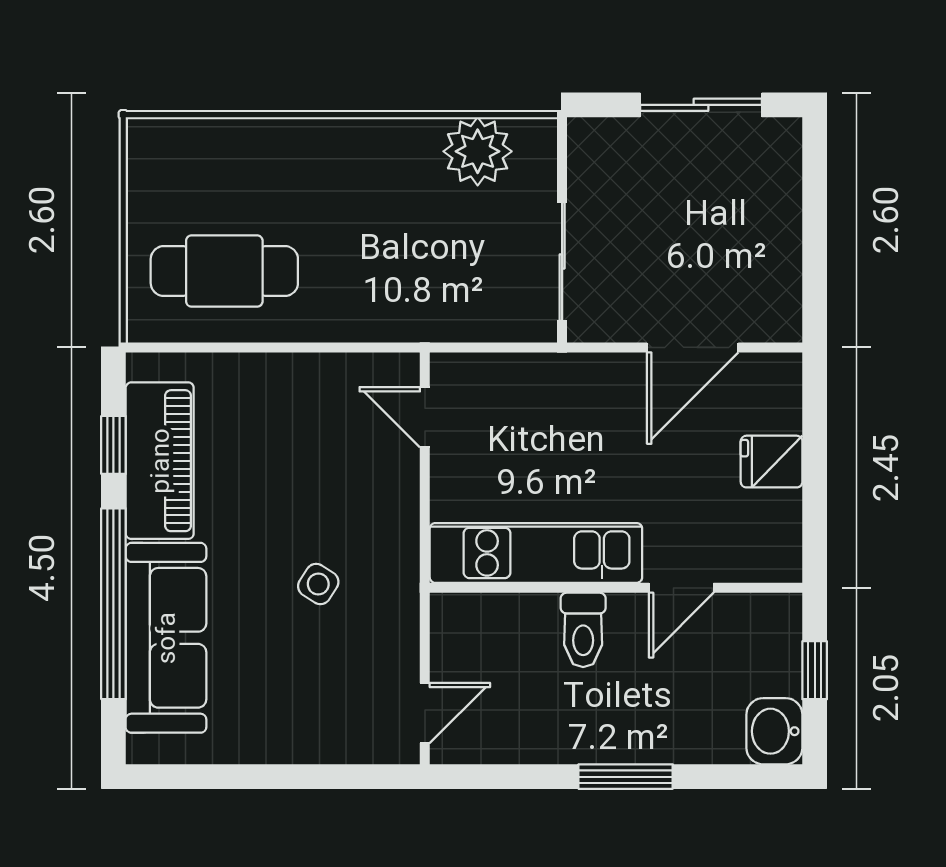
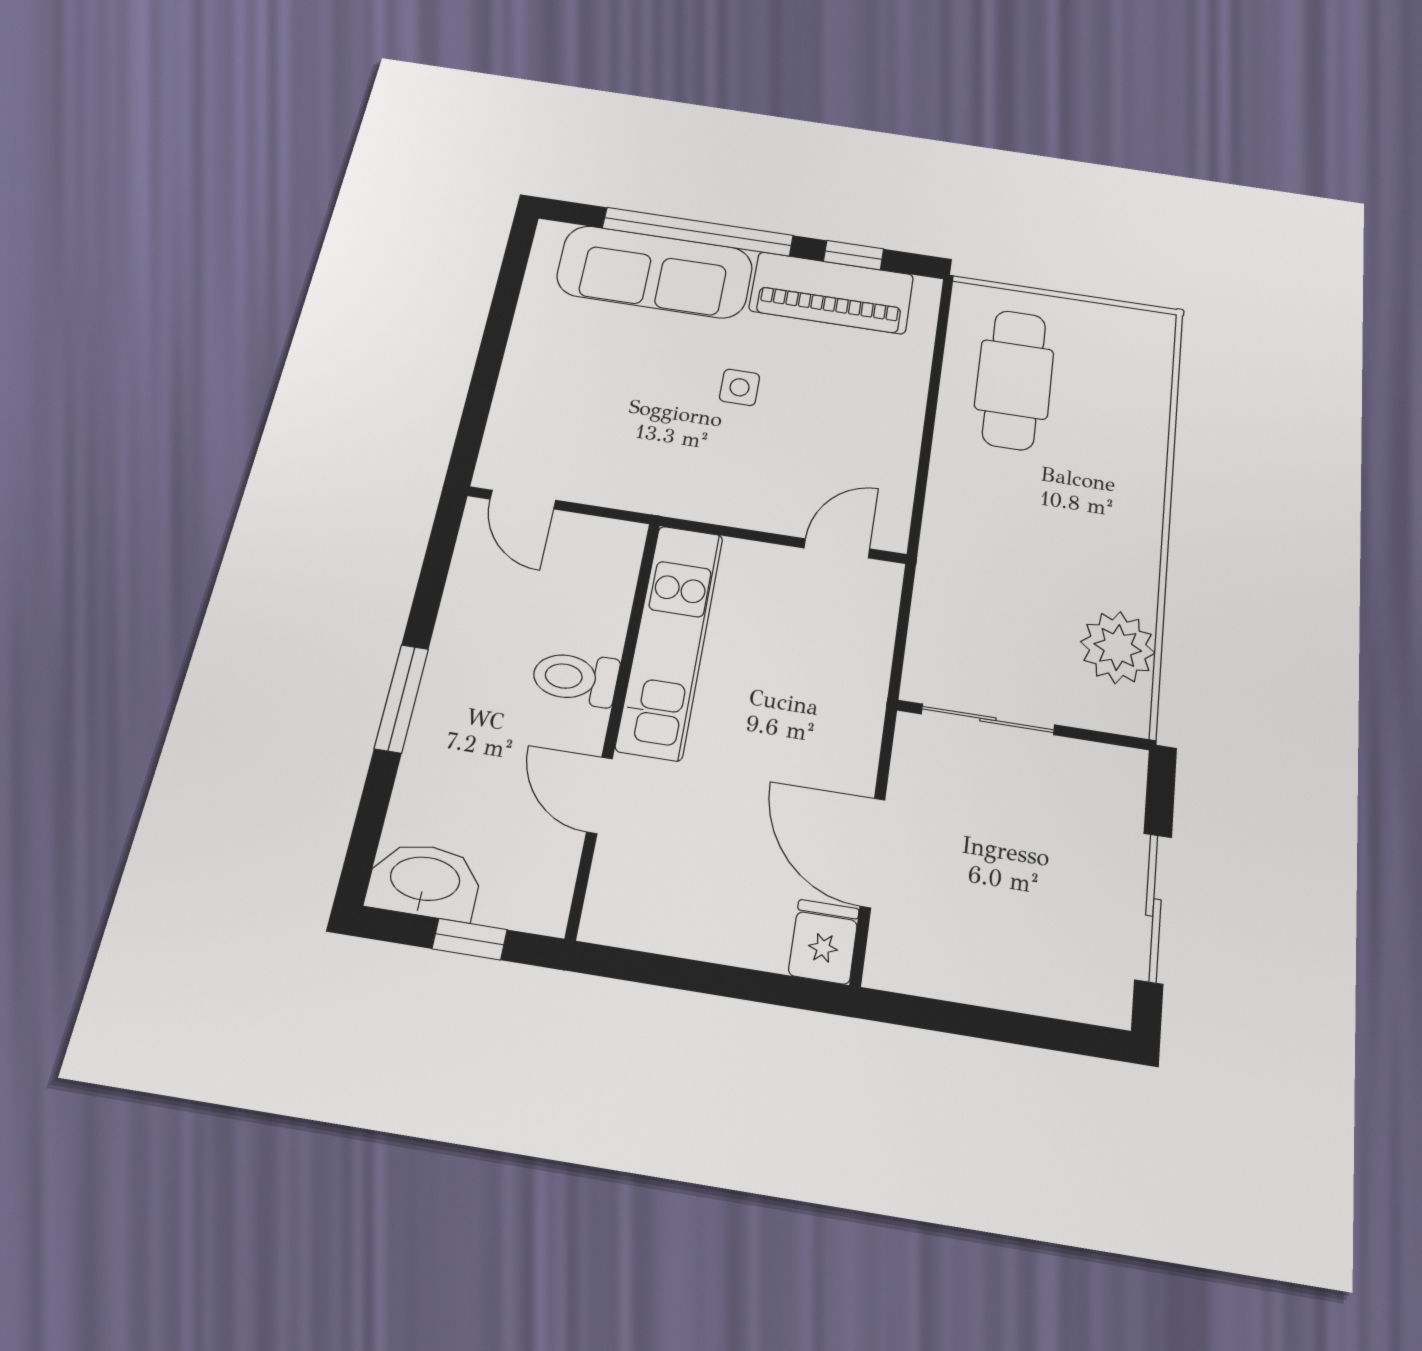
fridge: (772, 462) -> (824, 942), moved
side table: (318, 584) -> (740, 387), moved, turned -32
washbasin: (774, 731) -> (425, 881), width x1.38

